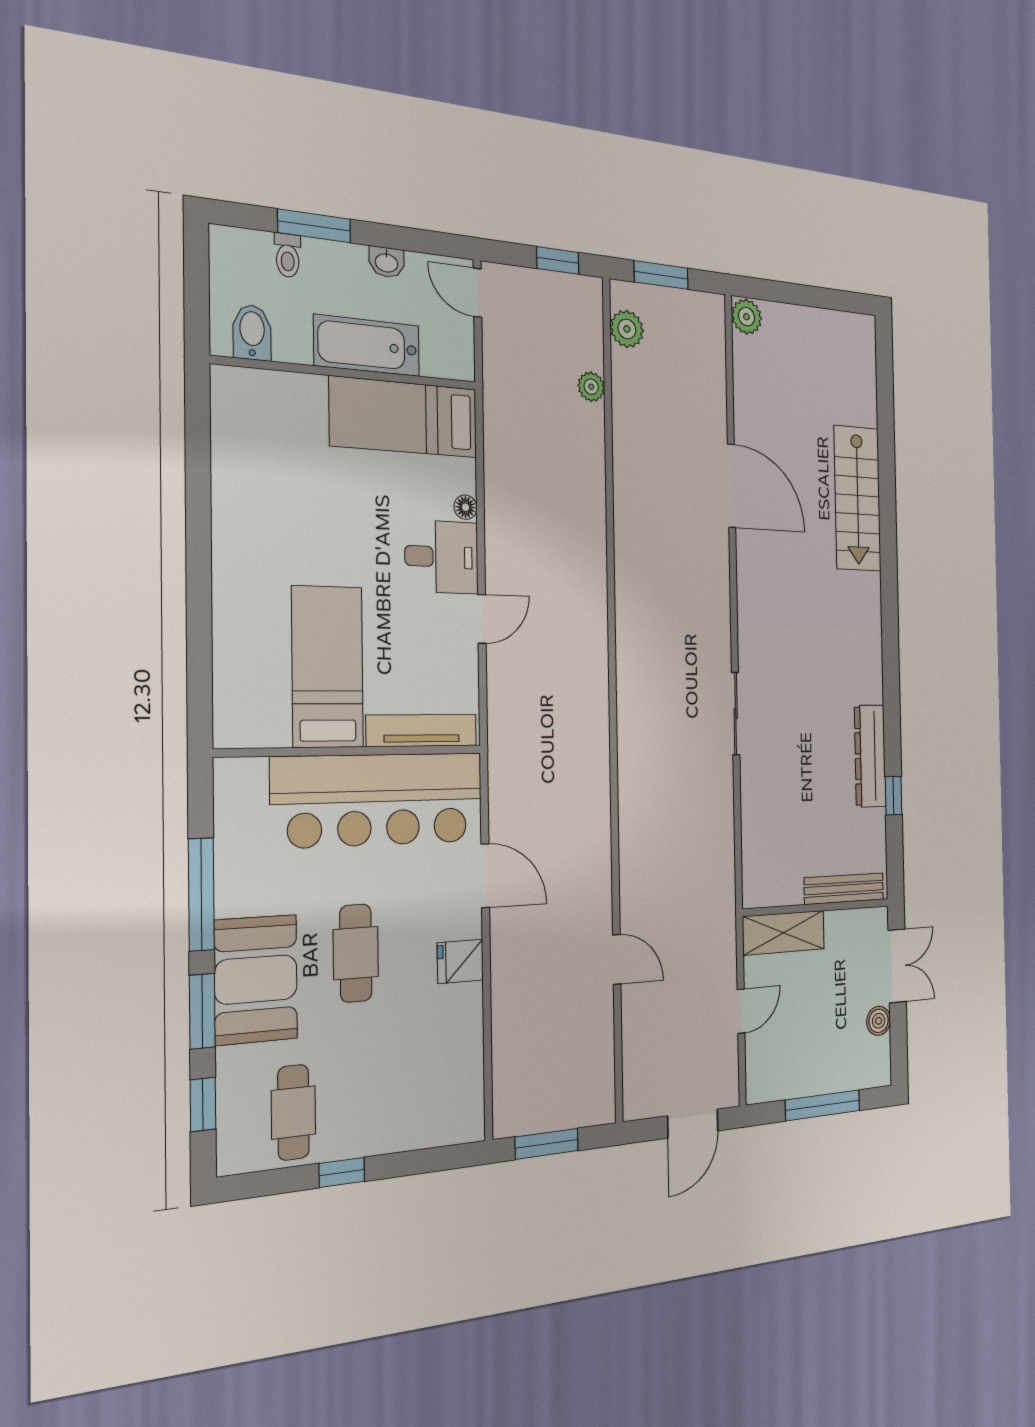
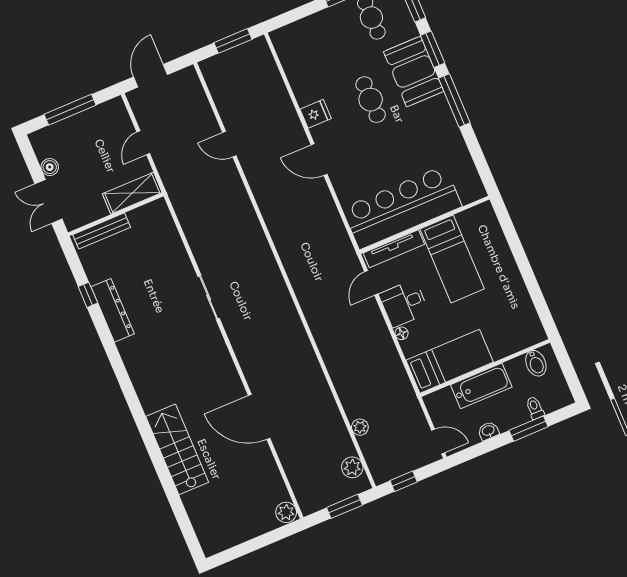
bed: (327, 667) -> (452, 259), moved
tv unit: (422, 730) -> (394, 249), moved
wall: (352, 751) -> (425, 225), moved
bar counter: (379, 800) -> (402, 207), moved

